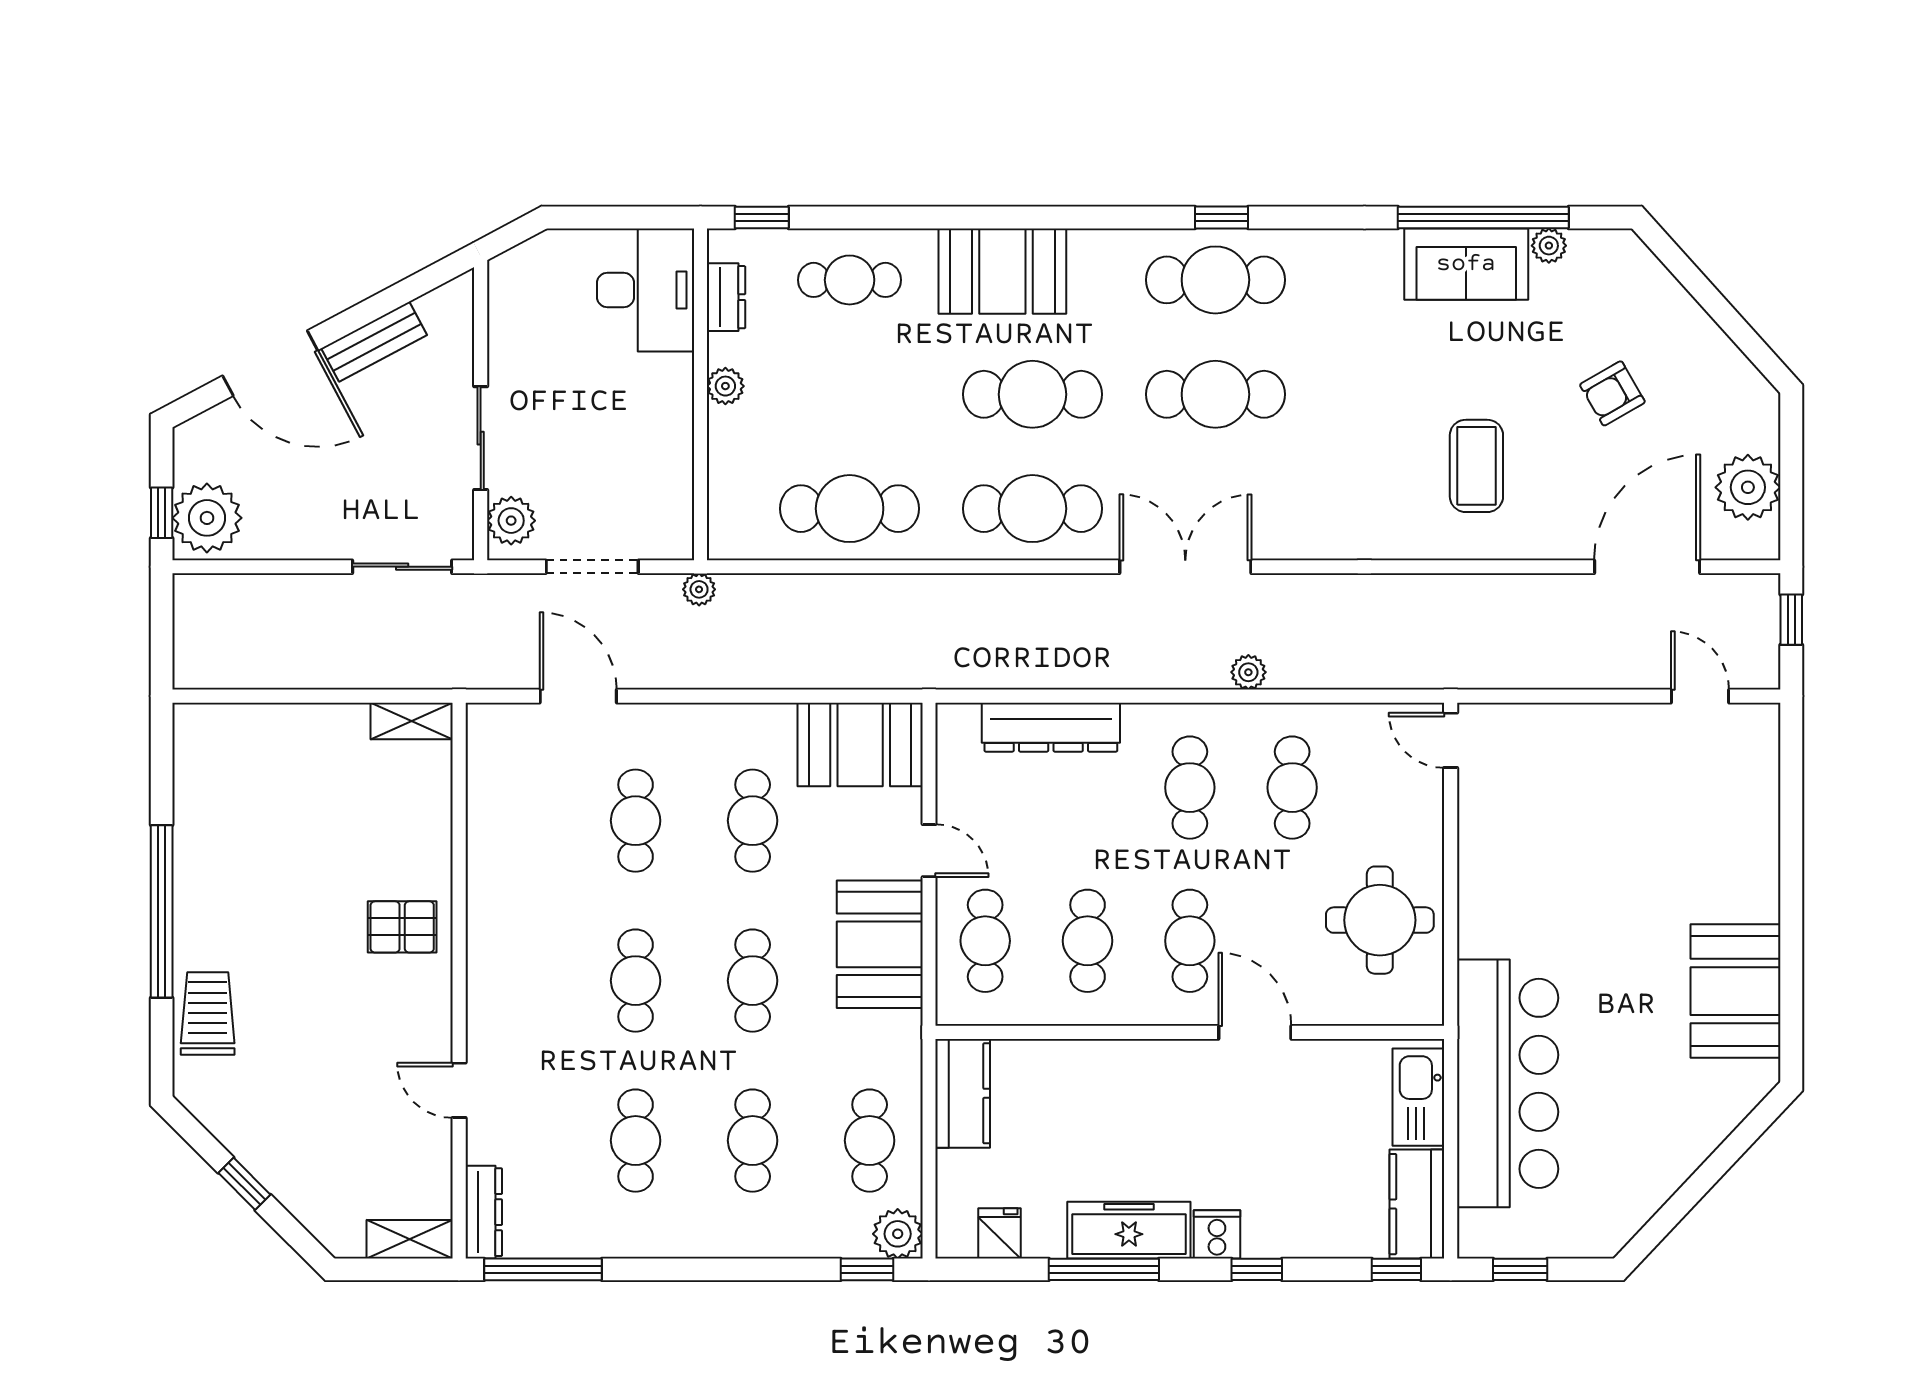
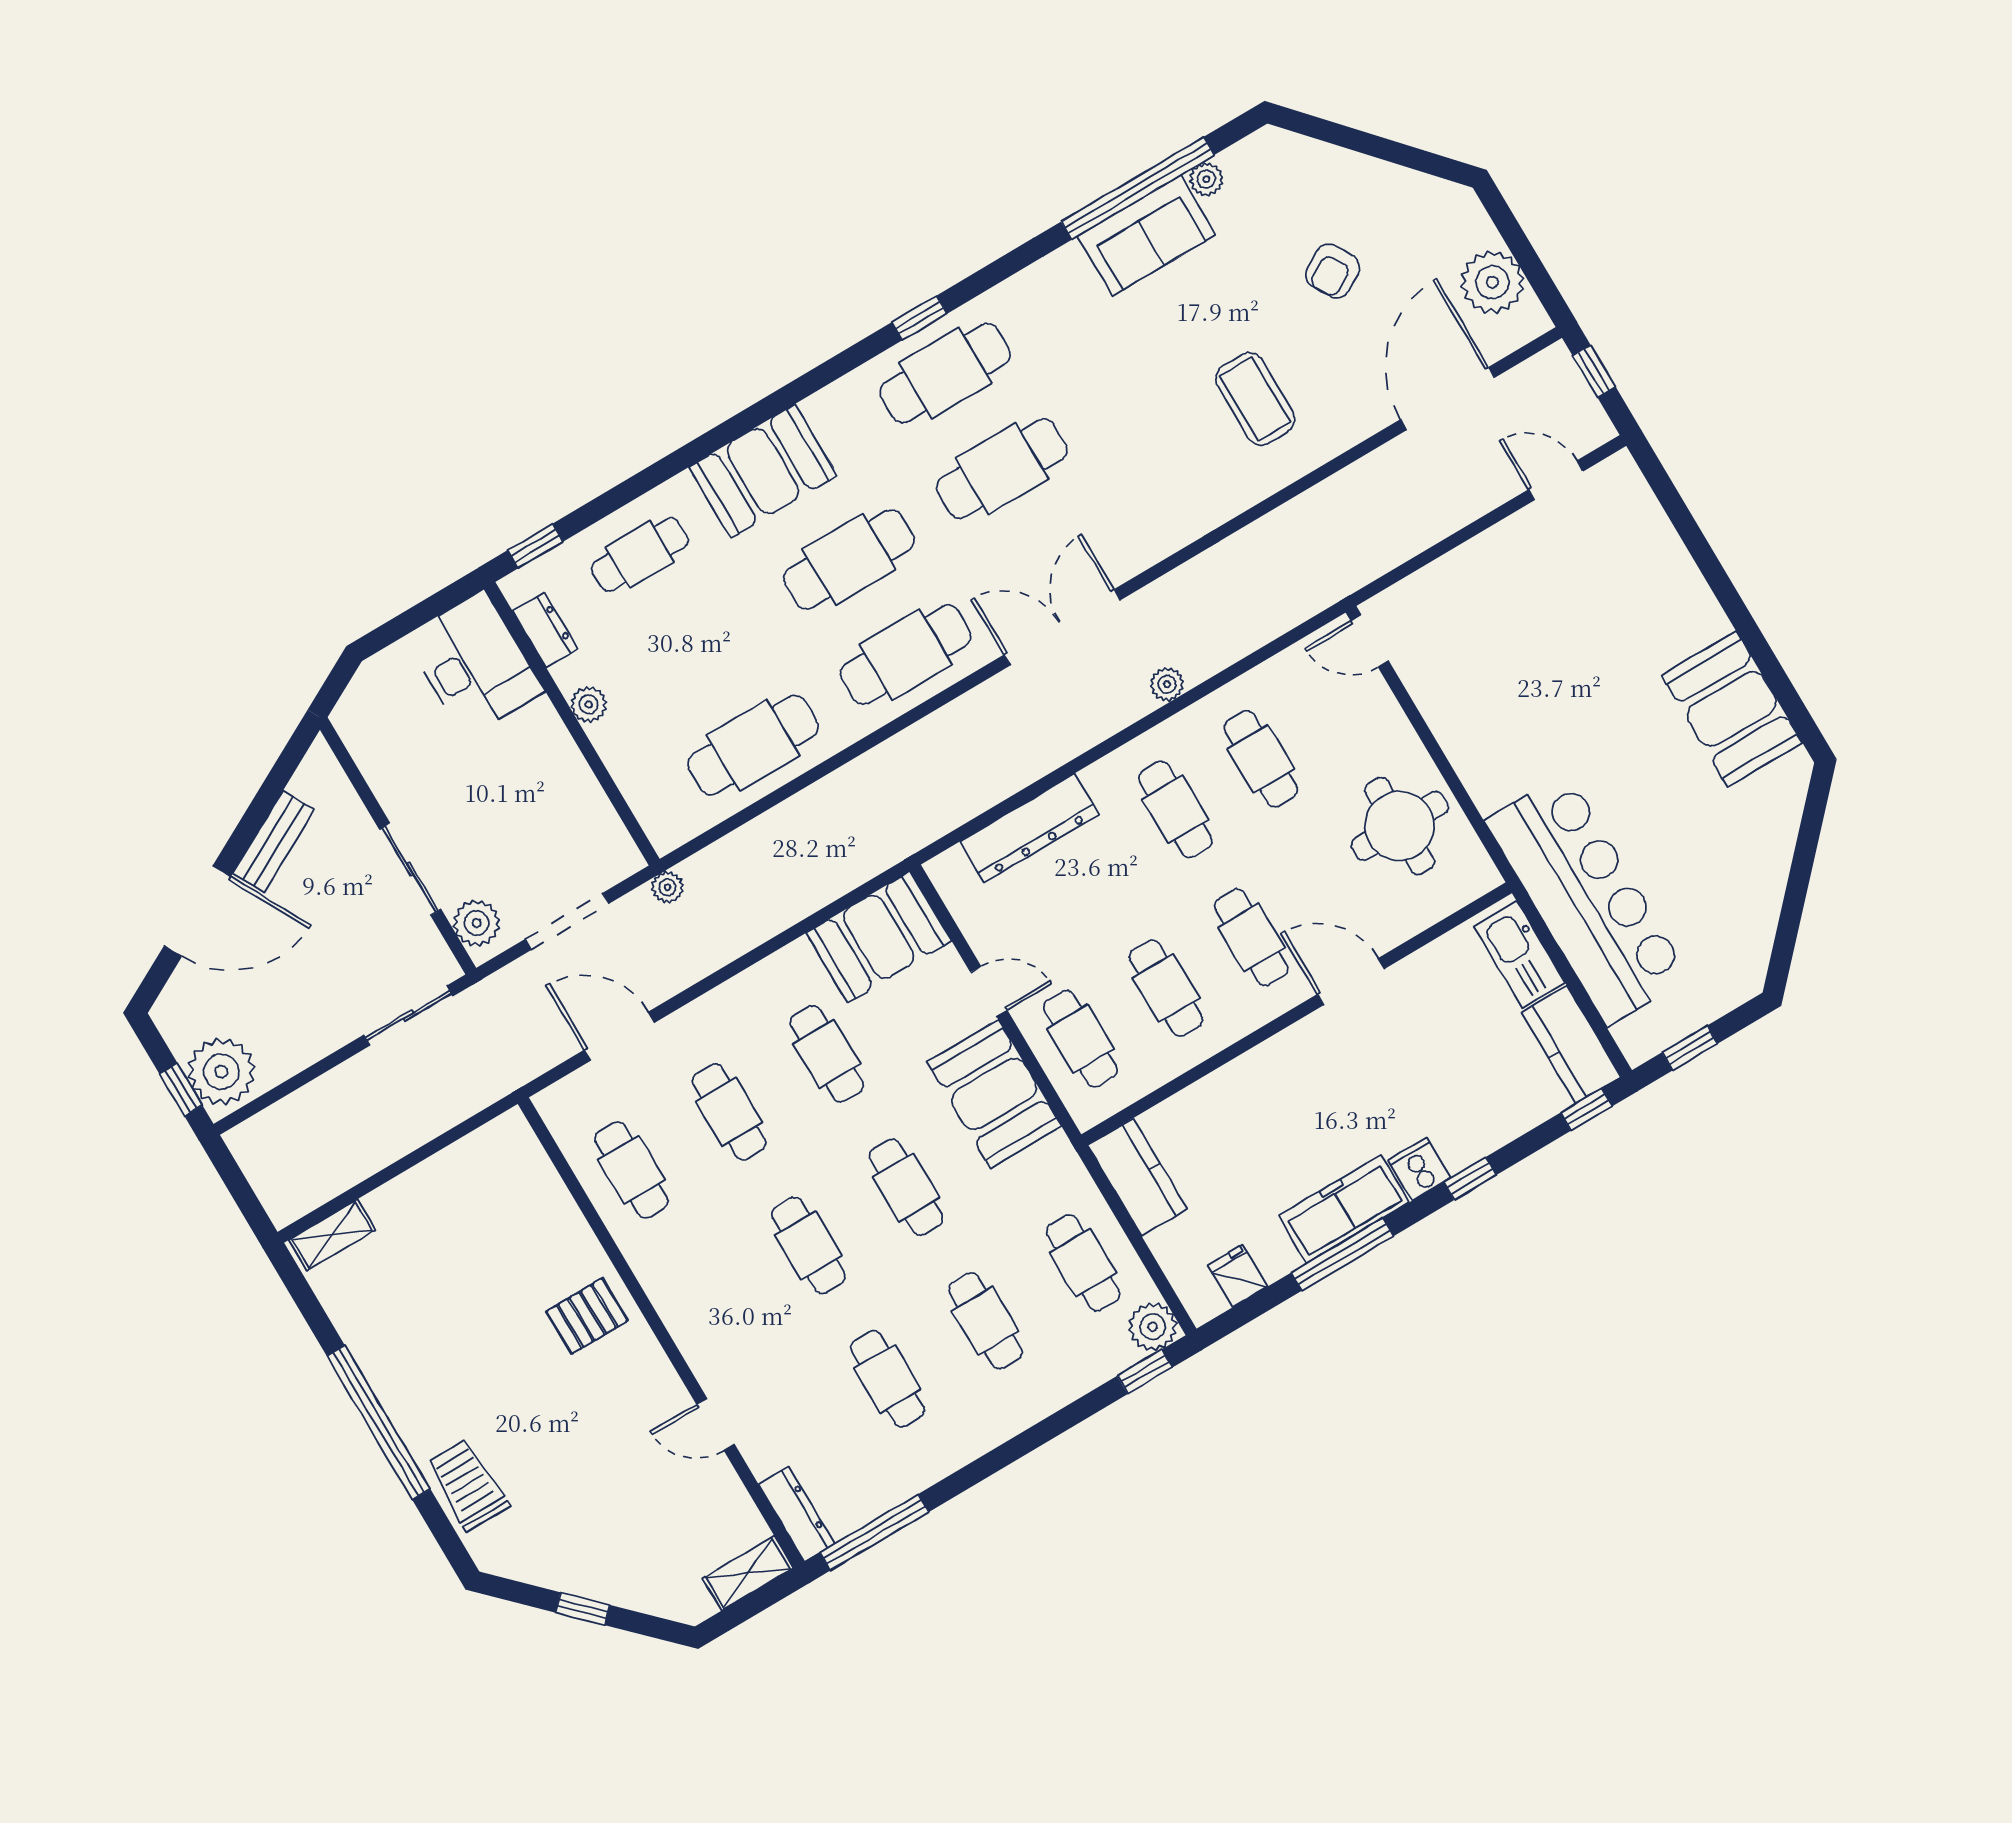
shelving: (412, 721) -> (332, 1235), moved
cafe table: (519, 821) -> (631, 1170), added

